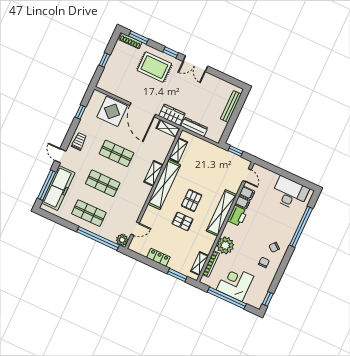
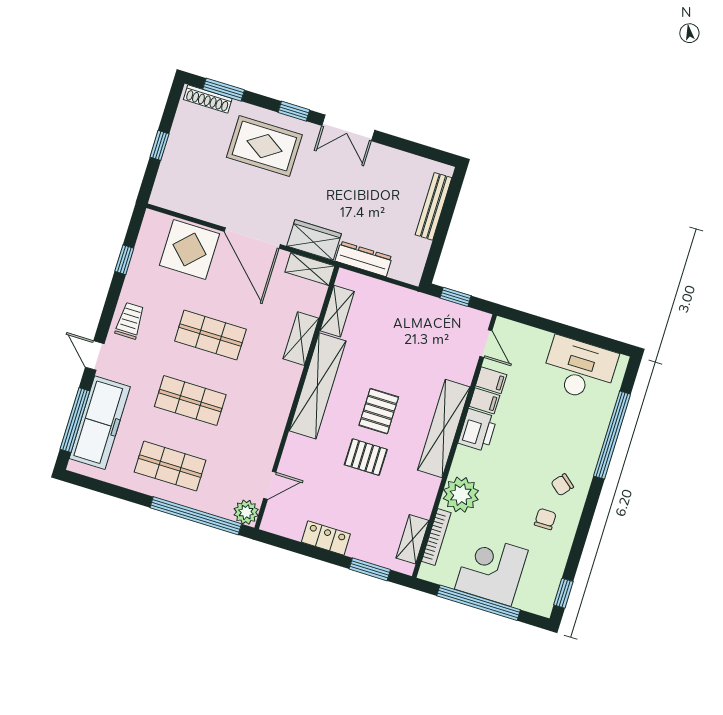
shelving: (154, 173) -> (301, 339), moved

